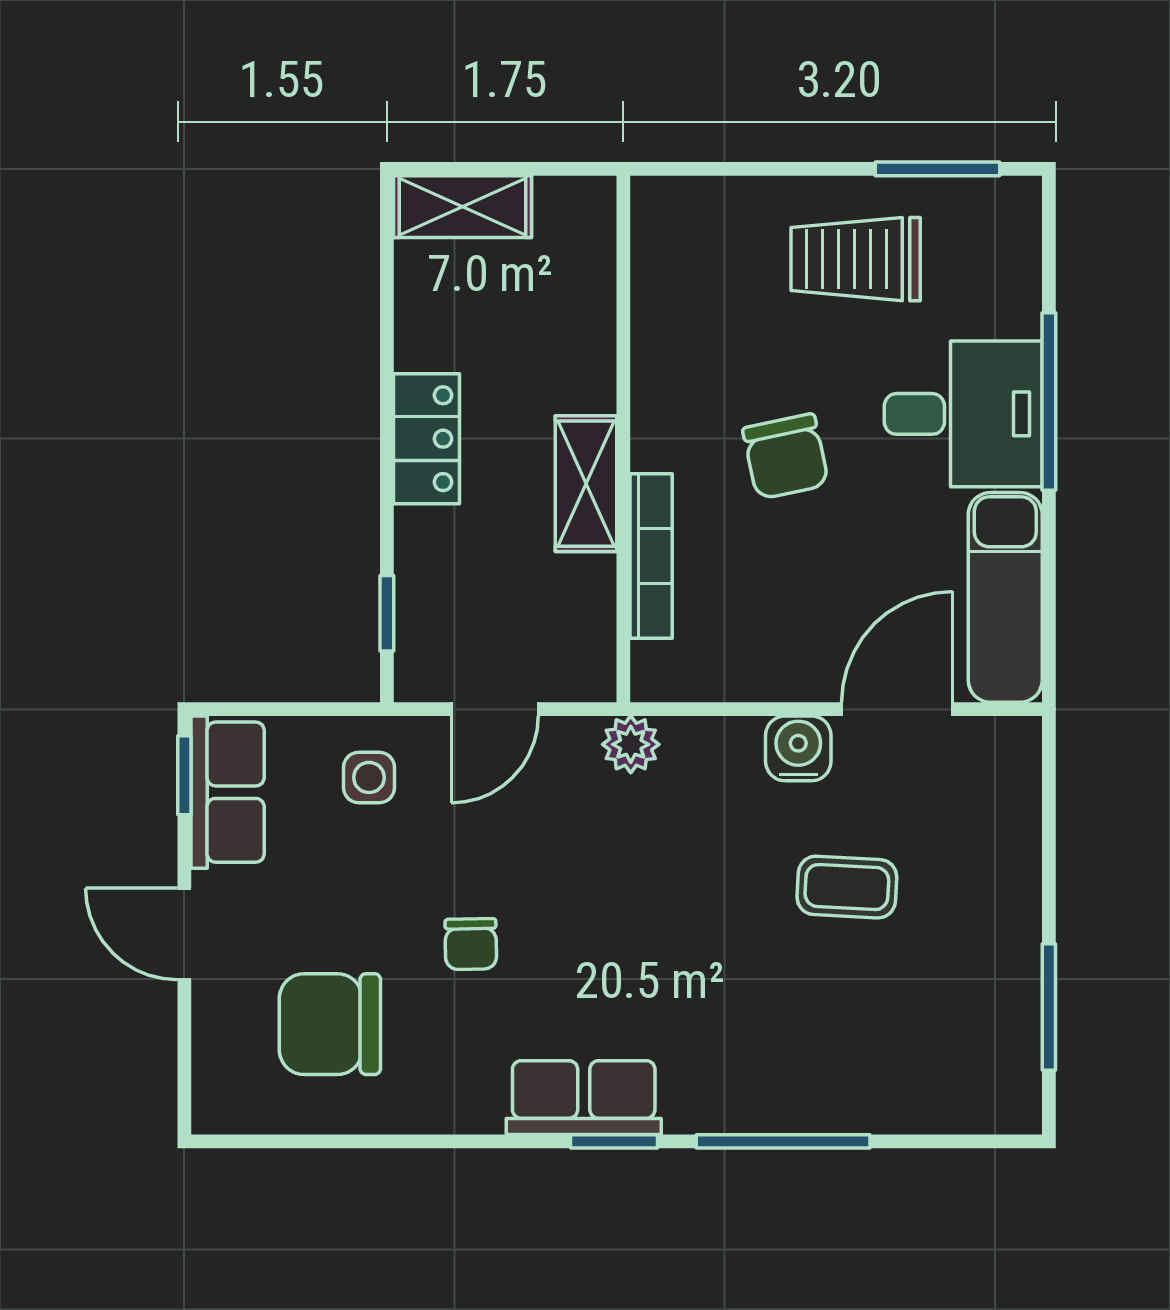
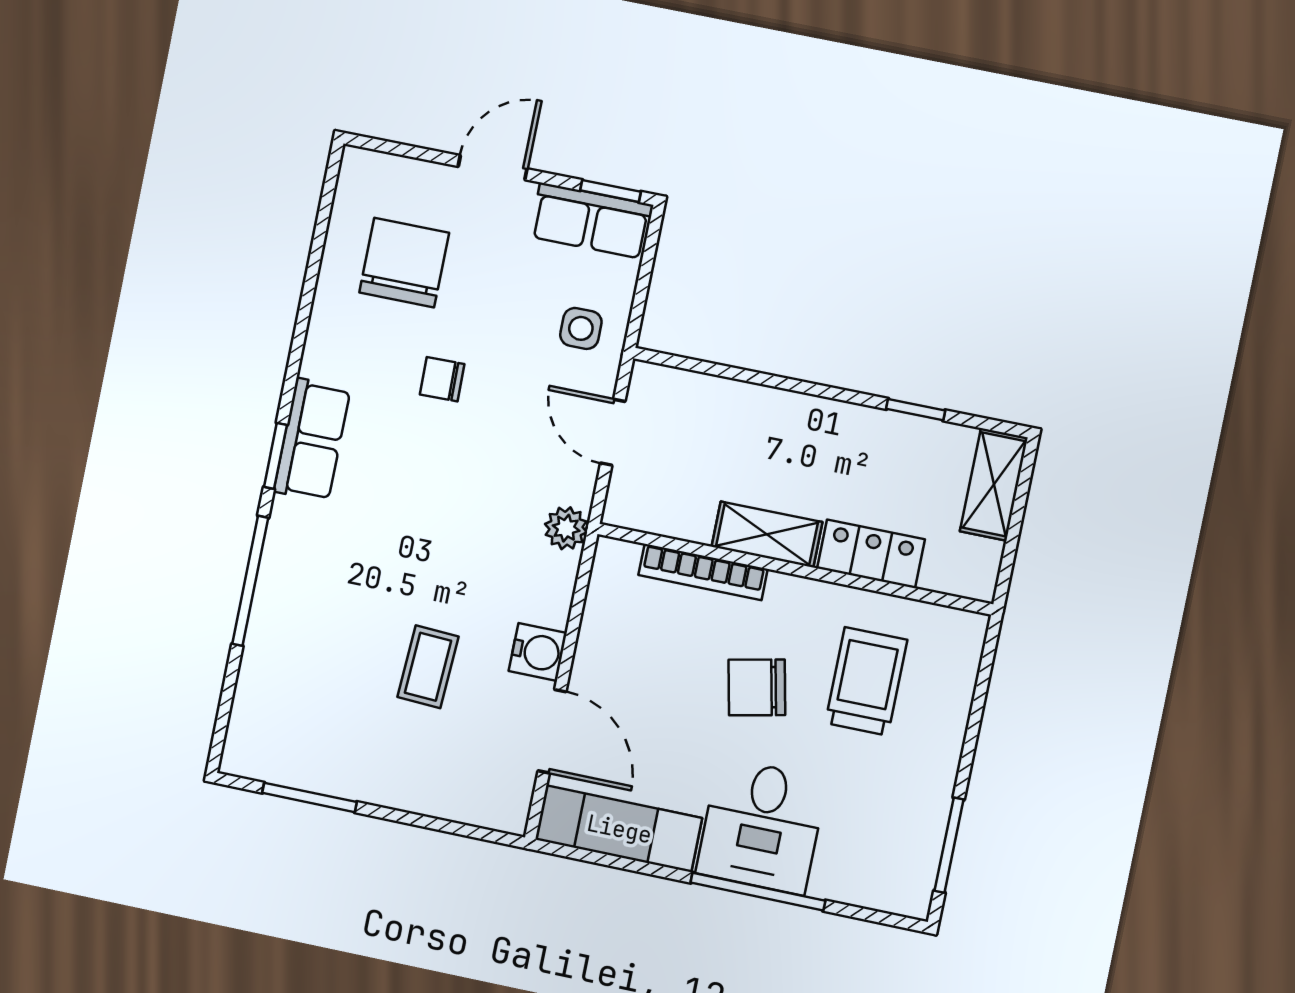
trolley: (856, 259) -> (866, 681), moved
locker: (427, 439) -> (871, 554), moved, turned 180
window: (387, 613) -> (916, 410), moved

